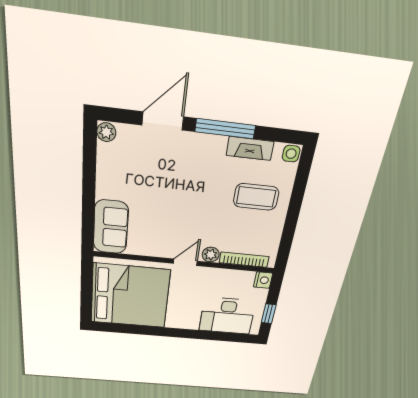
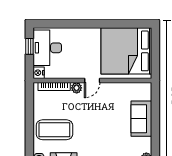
coffee table: (256, 197) -> (54, 130), width x1.36, depth x1.32
sofa: (111, 227) -> (141, 119), moved
desk: (227, 316) -> (47, 48), moved, turned -90

